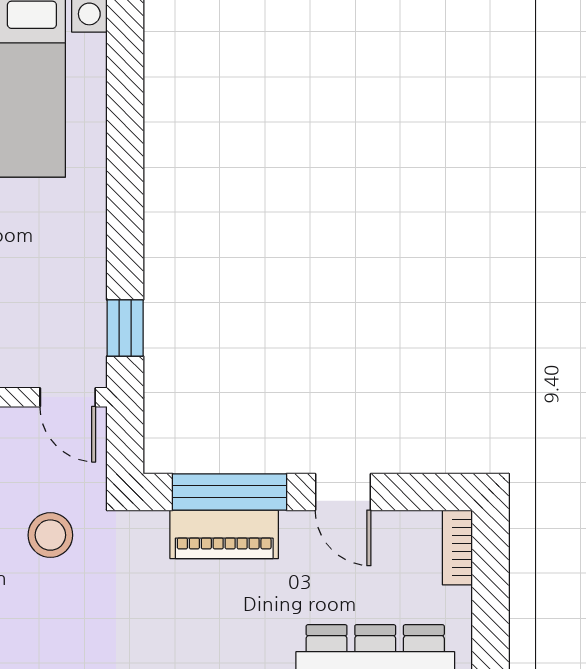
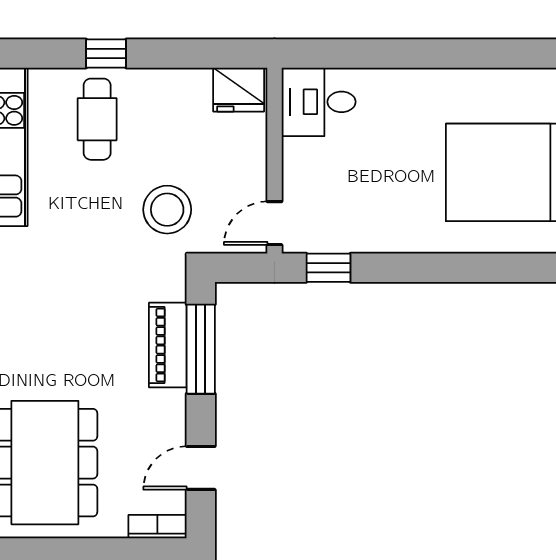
door: (343, 492) -> (201, 468), moved
stool: (50, 535) -> (167, 210), width x1.38, depth x1.38

